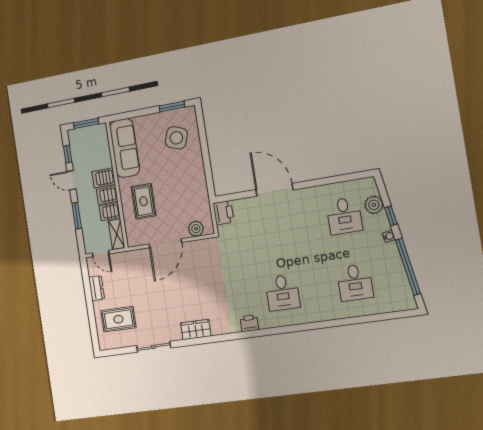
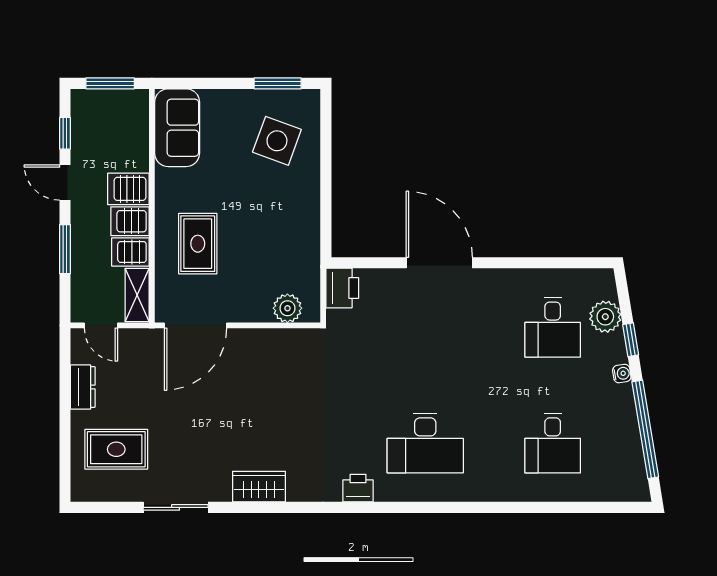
sofa: (125, 148) -> (177, 128), width x0.73
door: (165, 243) -> (196, 325), moved
desk: (283, 293) -> (425, 443), width x1.37

